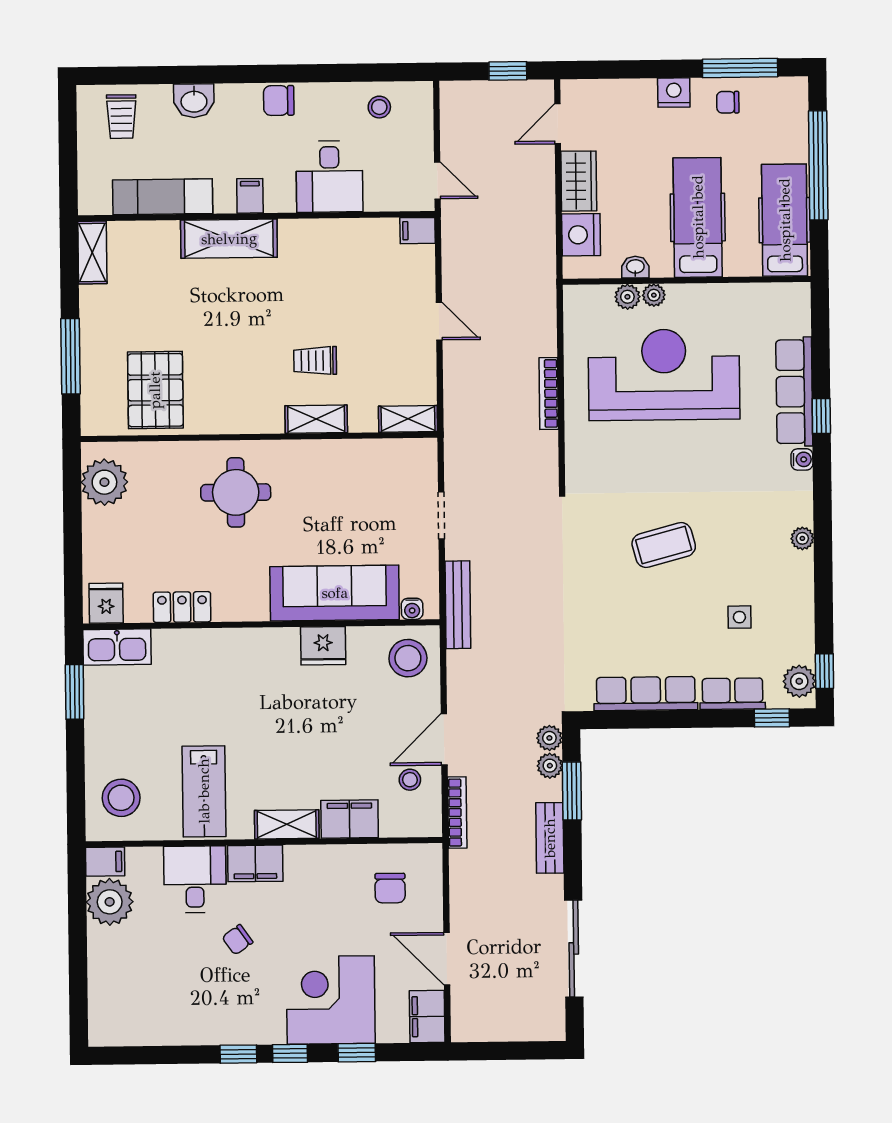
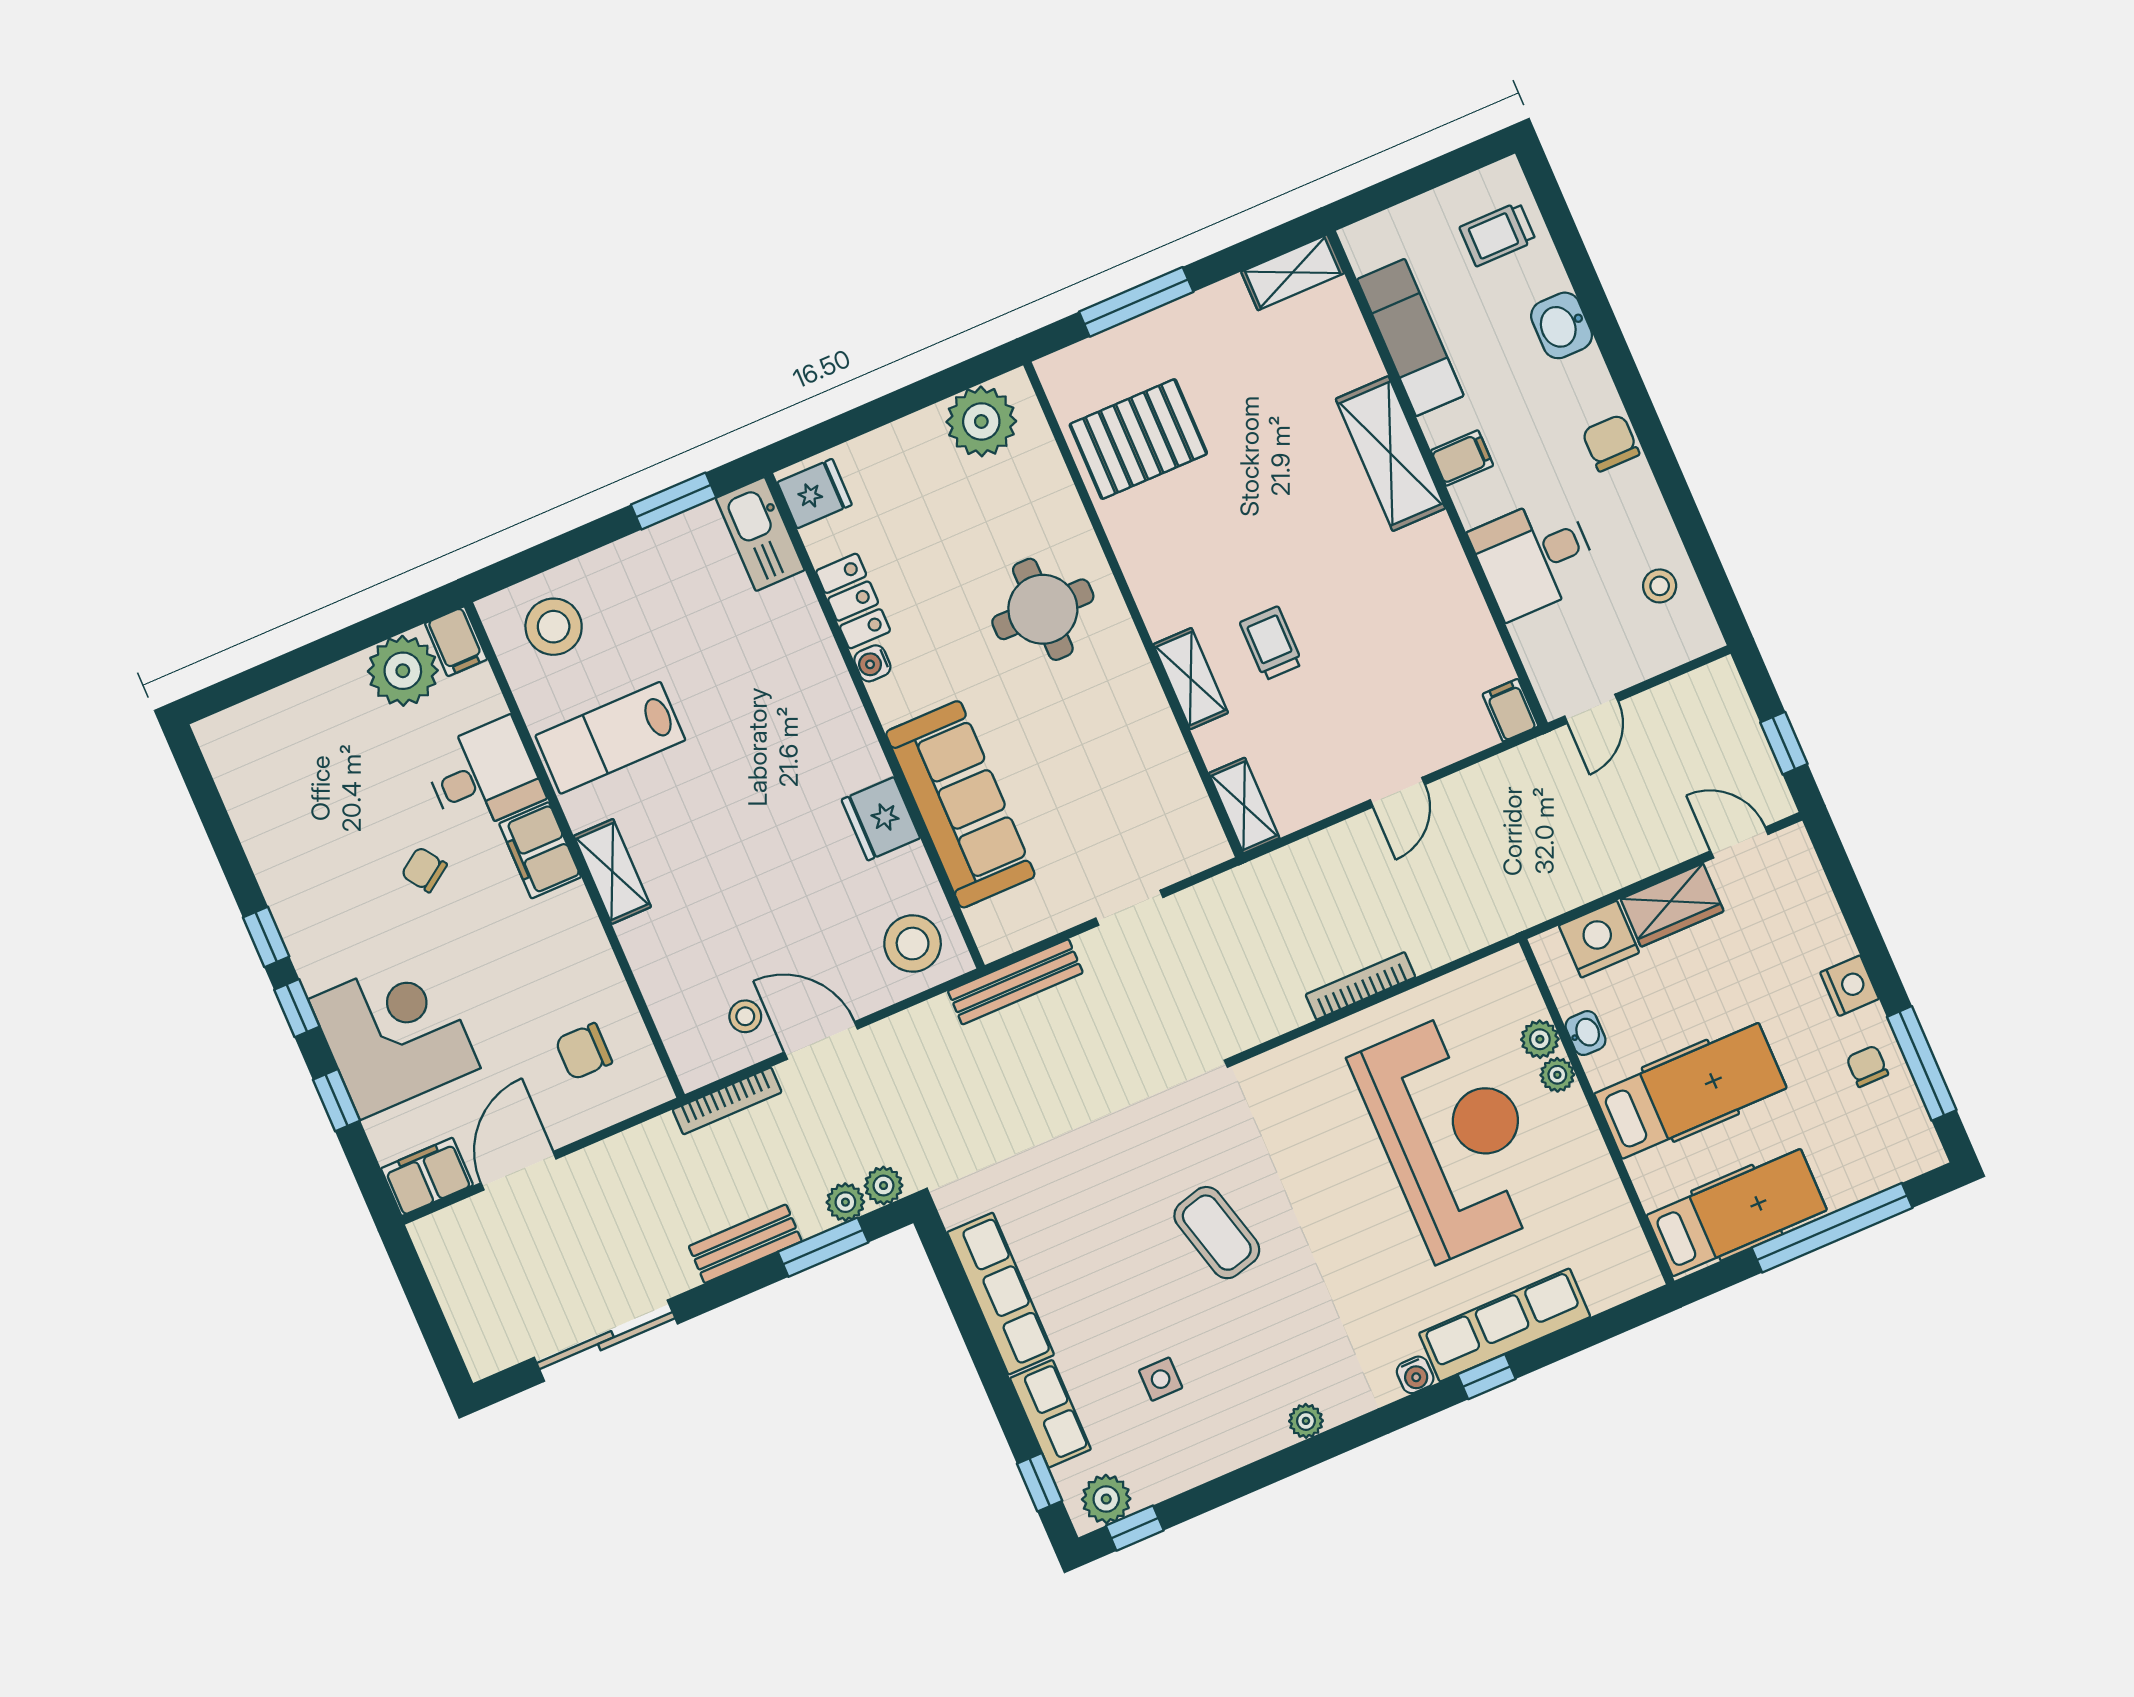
water cooler: (412, 609) -> (872, 663), moved
filing cabinet: (350, 819) -> (656, 955), removed

